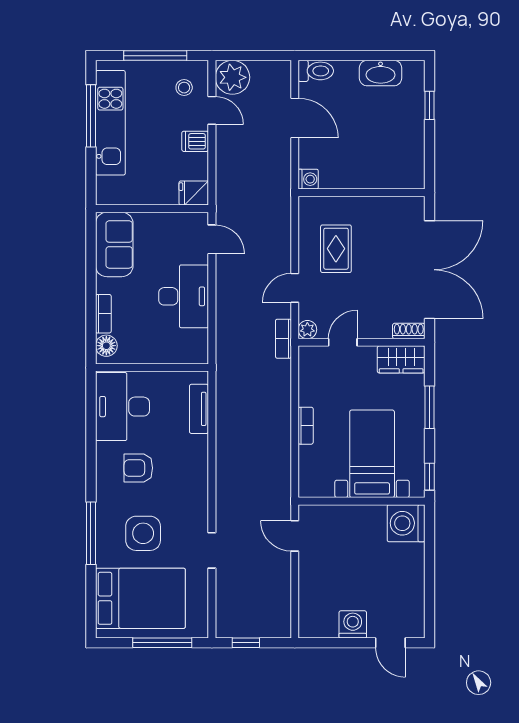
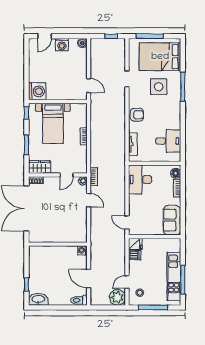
washbasin: (381, 73) -> (38, 299), moved
door: (212, 110) -> (127, 282), hinge flipped
dishwasher: (195, 141) -> (135, 255), moved
rug: (336, 249) -> (70, 218), removed
door: (295, 288) -> (89, 200), hinge flipped
desk: (184, 296) -> (140, 179), moved
desk: (122, 407) -> (168, 141), width x0.73
armchair: (138, 468) -> (137, 115), moved
boiler: (308, 628) -> (82, 43), added
door: (390, 643) -> (44, 36), swing flipped

